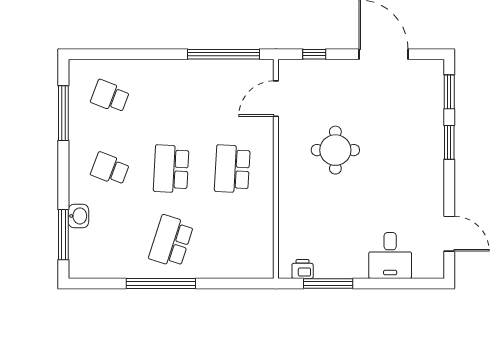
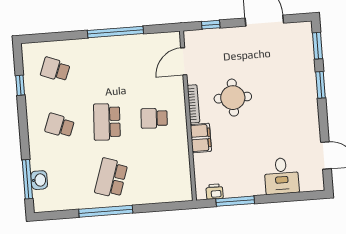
window: (223, 54) -> (115, 32), moved
window: (63, 113) -> (20, 85), width x0.46
bookcase: (284, 154) -> (193, 104), added
school desk: (232, 169) -> (154, 118), width x0.54
filing cabinet: (290, 199) -> (201, 138), added
washbasin: (78, 216) -> (39, 180), moved

